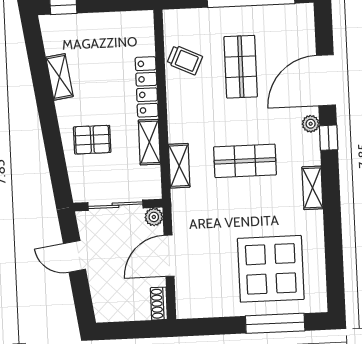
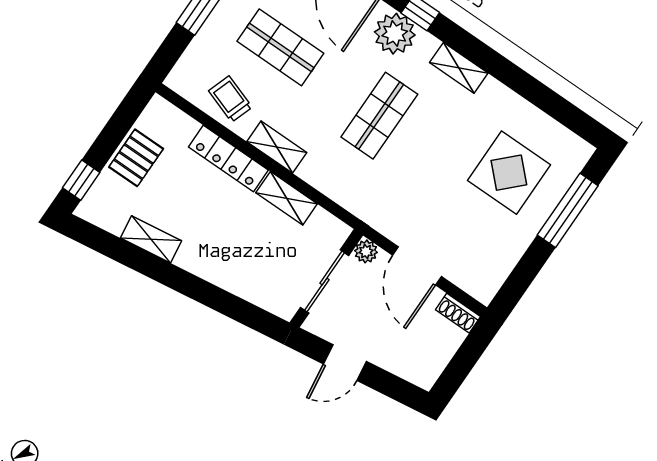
trolley: (185, 60) -> (230, 99), turned -96
plant: (311, 124) -> (395, 34), width x1.88, depth x1.88
pallet: (92, 140) -> (136, 158), moved
shelving: (179, 166) -> (277, 147), moved
display table: (271, 269) -> (509, 173), width x0.73, depth x0.73

